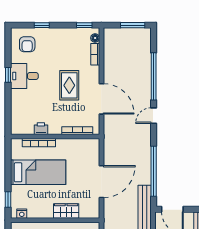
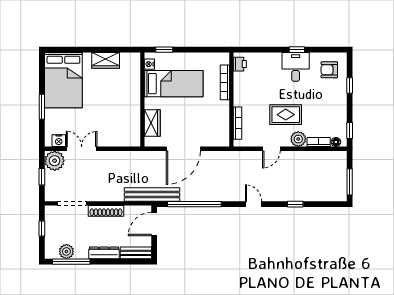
plant: (92, 73) -> (298, 139), added
window: (154, 76) -> (295, 204), width x0.32
door: (101, 99) -> (271, 149), width x0.53
printer: (41, 129) -> (240, 64), moved
bed: (38, 172) -> (174, 84), moved, turned -90
door: (101, 182) -> (183, 149), hinge flipped
wardrobe: (66, 211) -> (152, 123), moved

